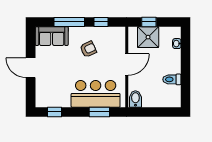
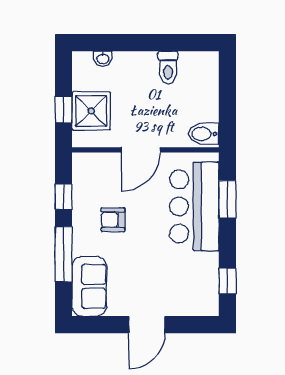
armchair: (88, 49) -> (113, 220), turned -65
door: (127, 64) -> (141, 150), swing flipped

